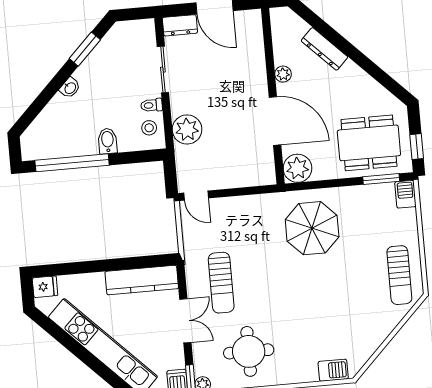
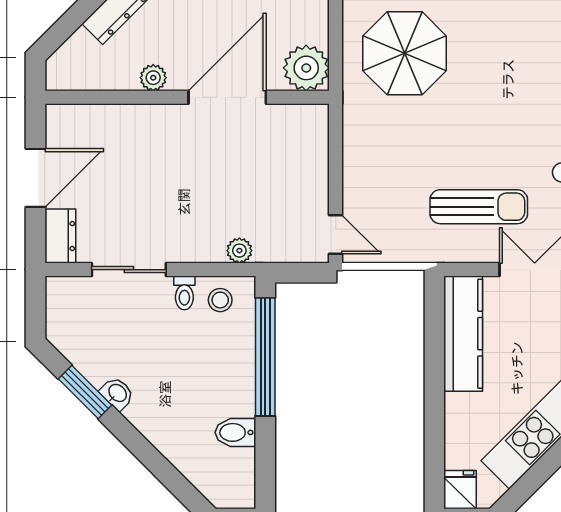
washbasin: (70, 88) -> (117, 393), moved
plant: (187, 129) -> (239, 251), width x0.53, depth x0.53
bidet: (108, 141) -> (235, 432), moved
window: (72, 163) -> (265, 357), moved
door: (196, 196) -> (336, 234), hinge flipped

